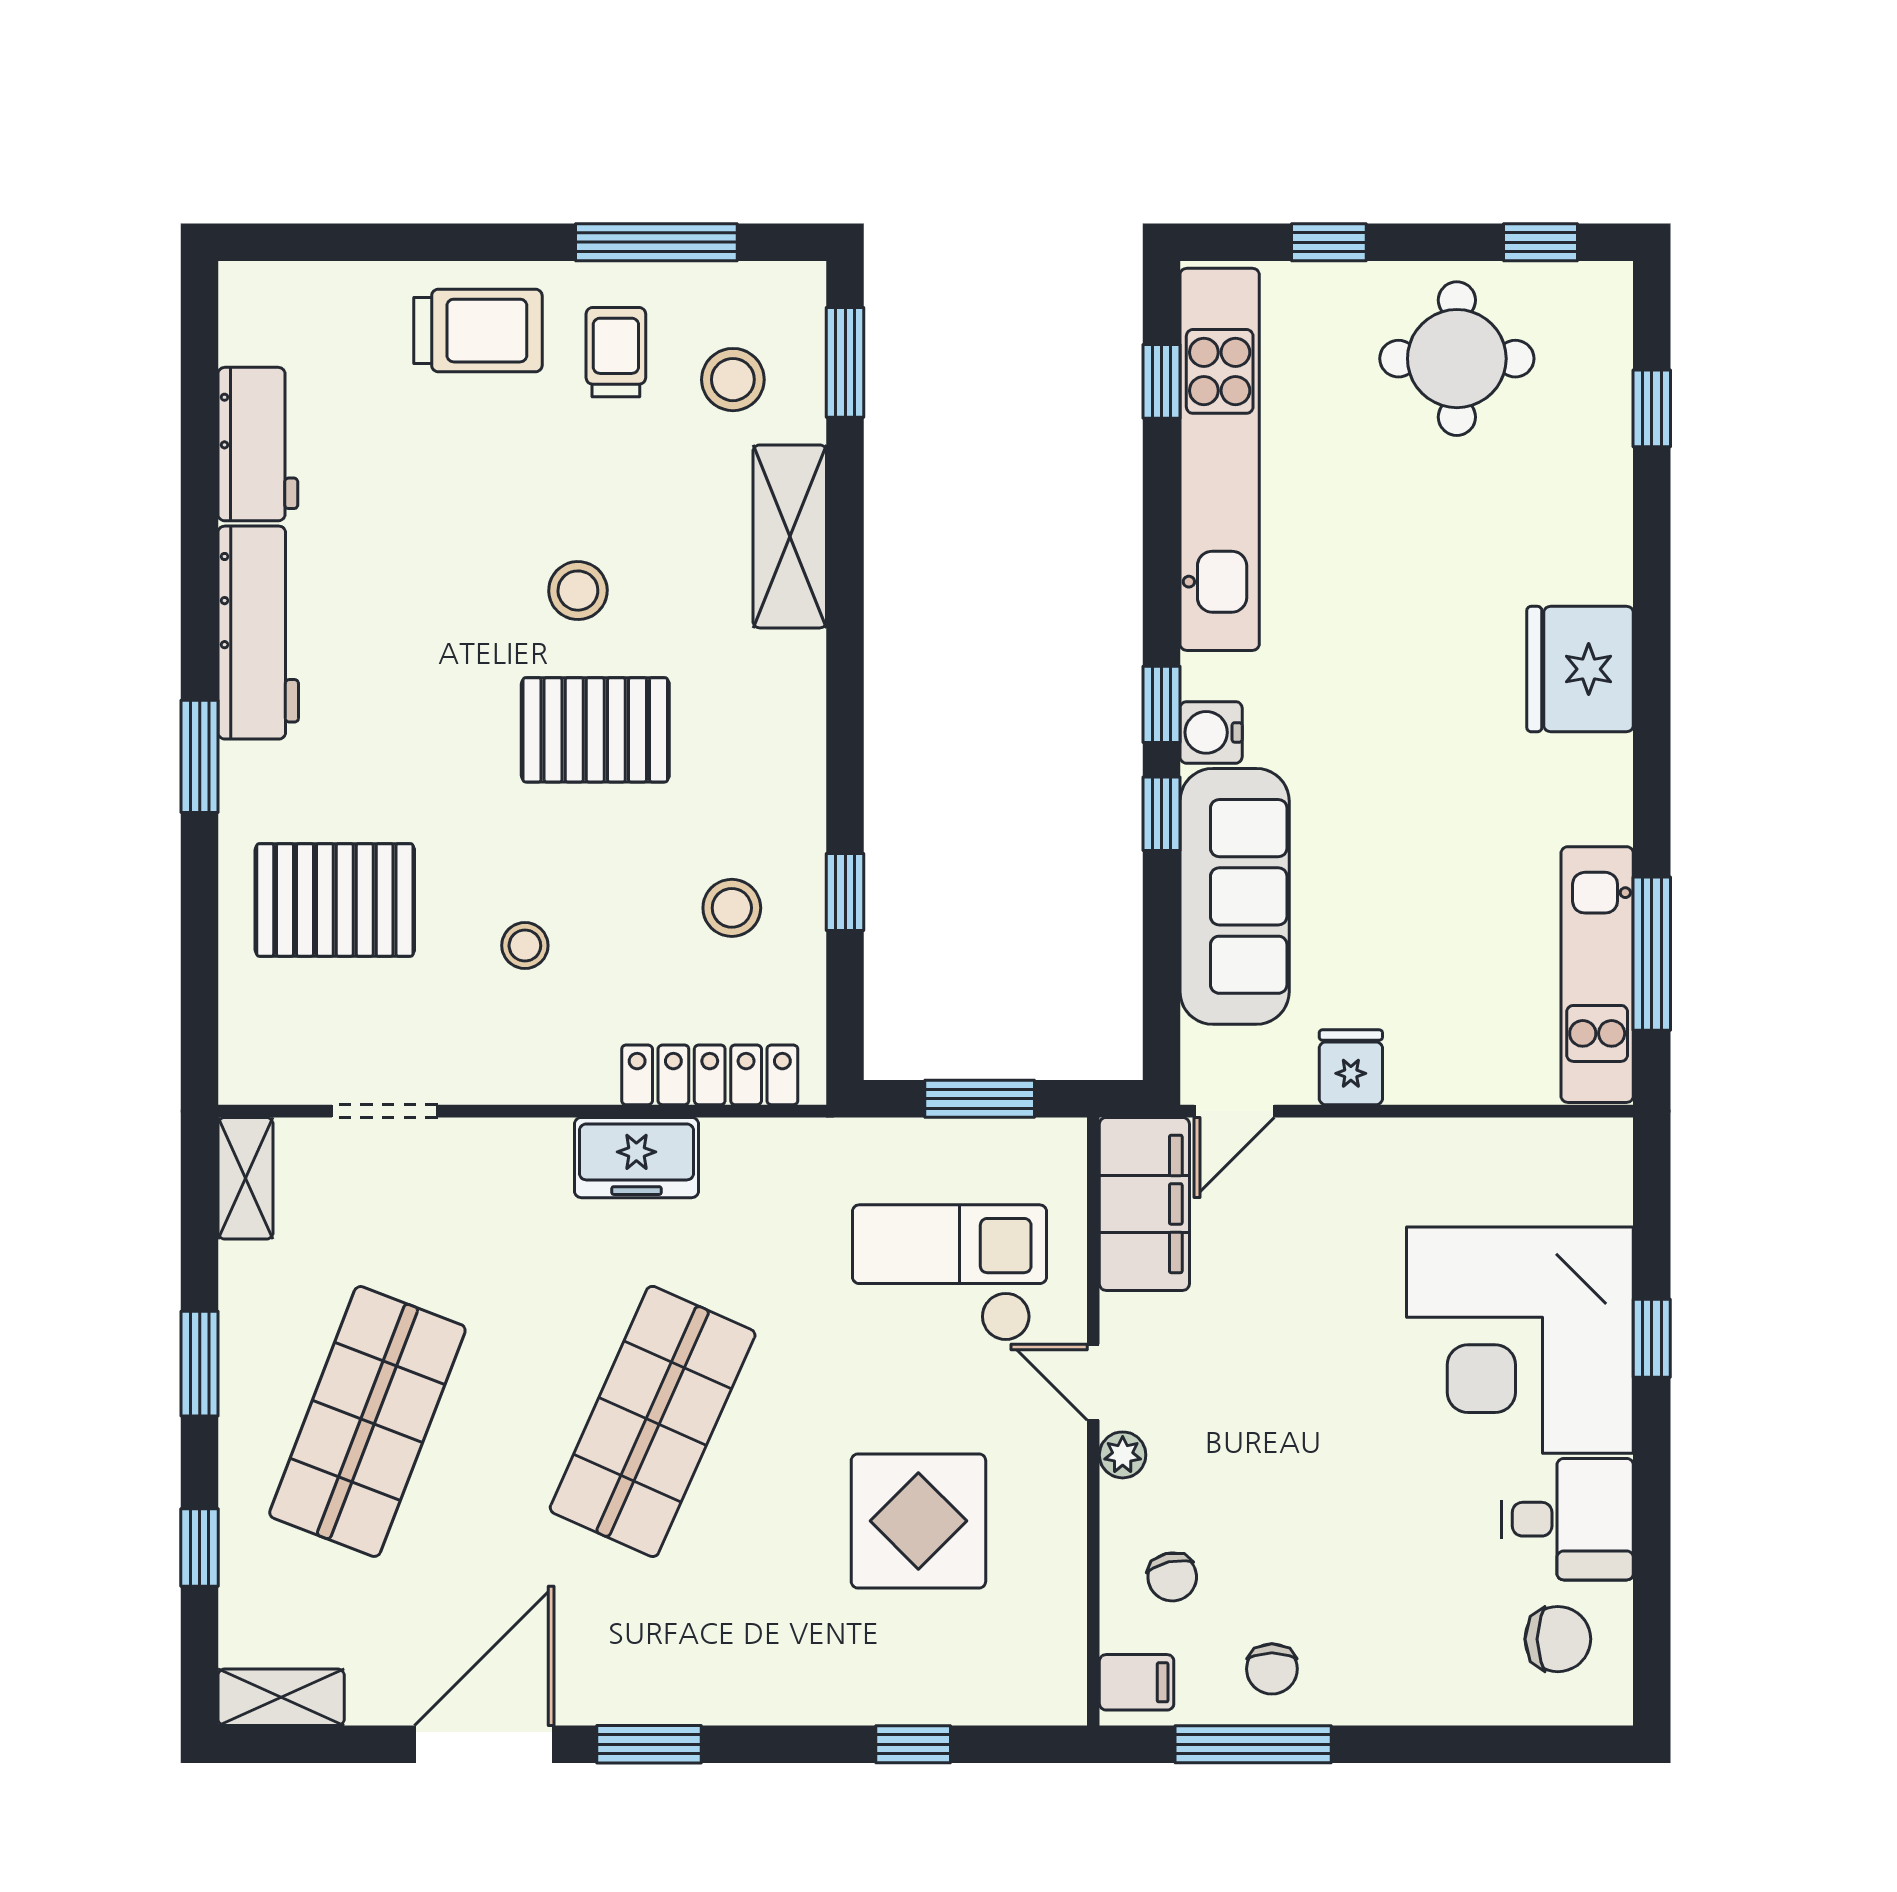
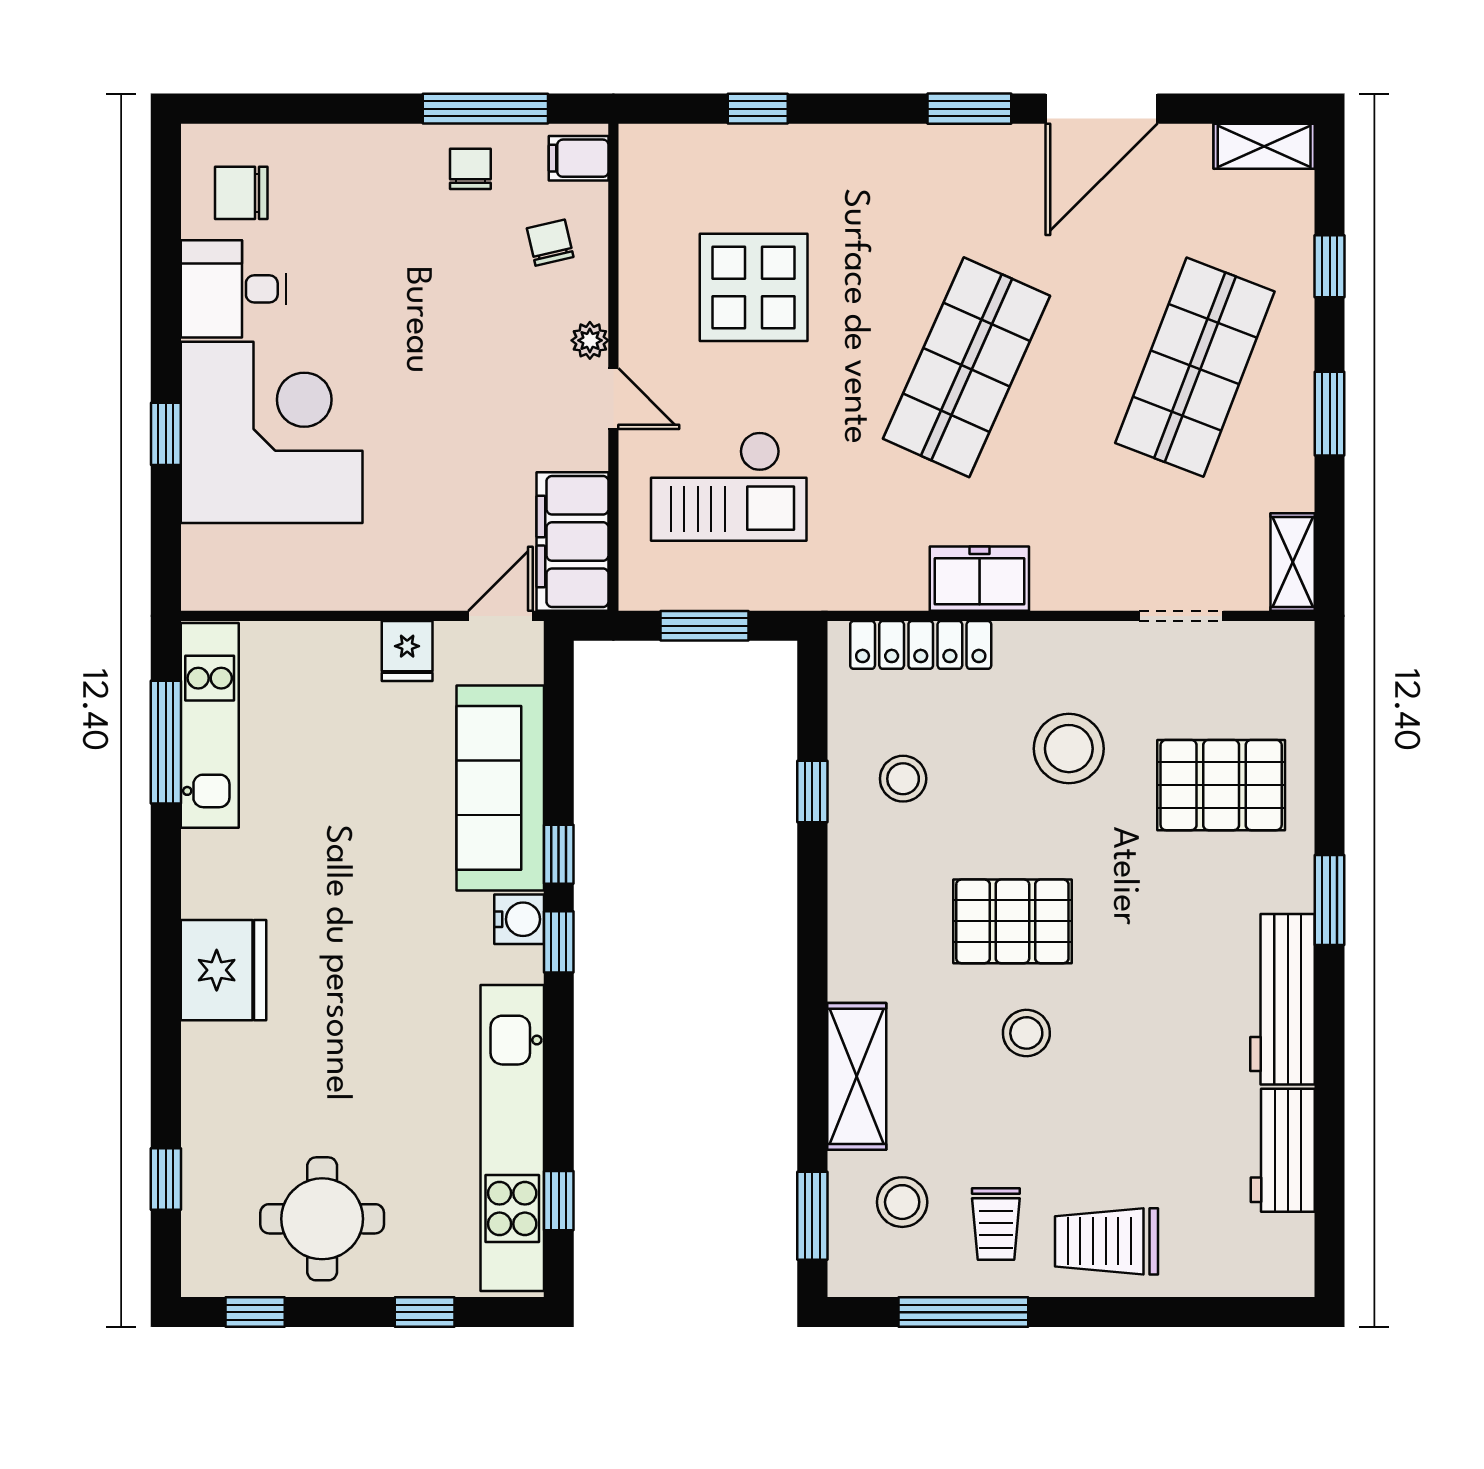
stool: (525, 946) -> (1069, 749), width x1.89, depth x1.89

